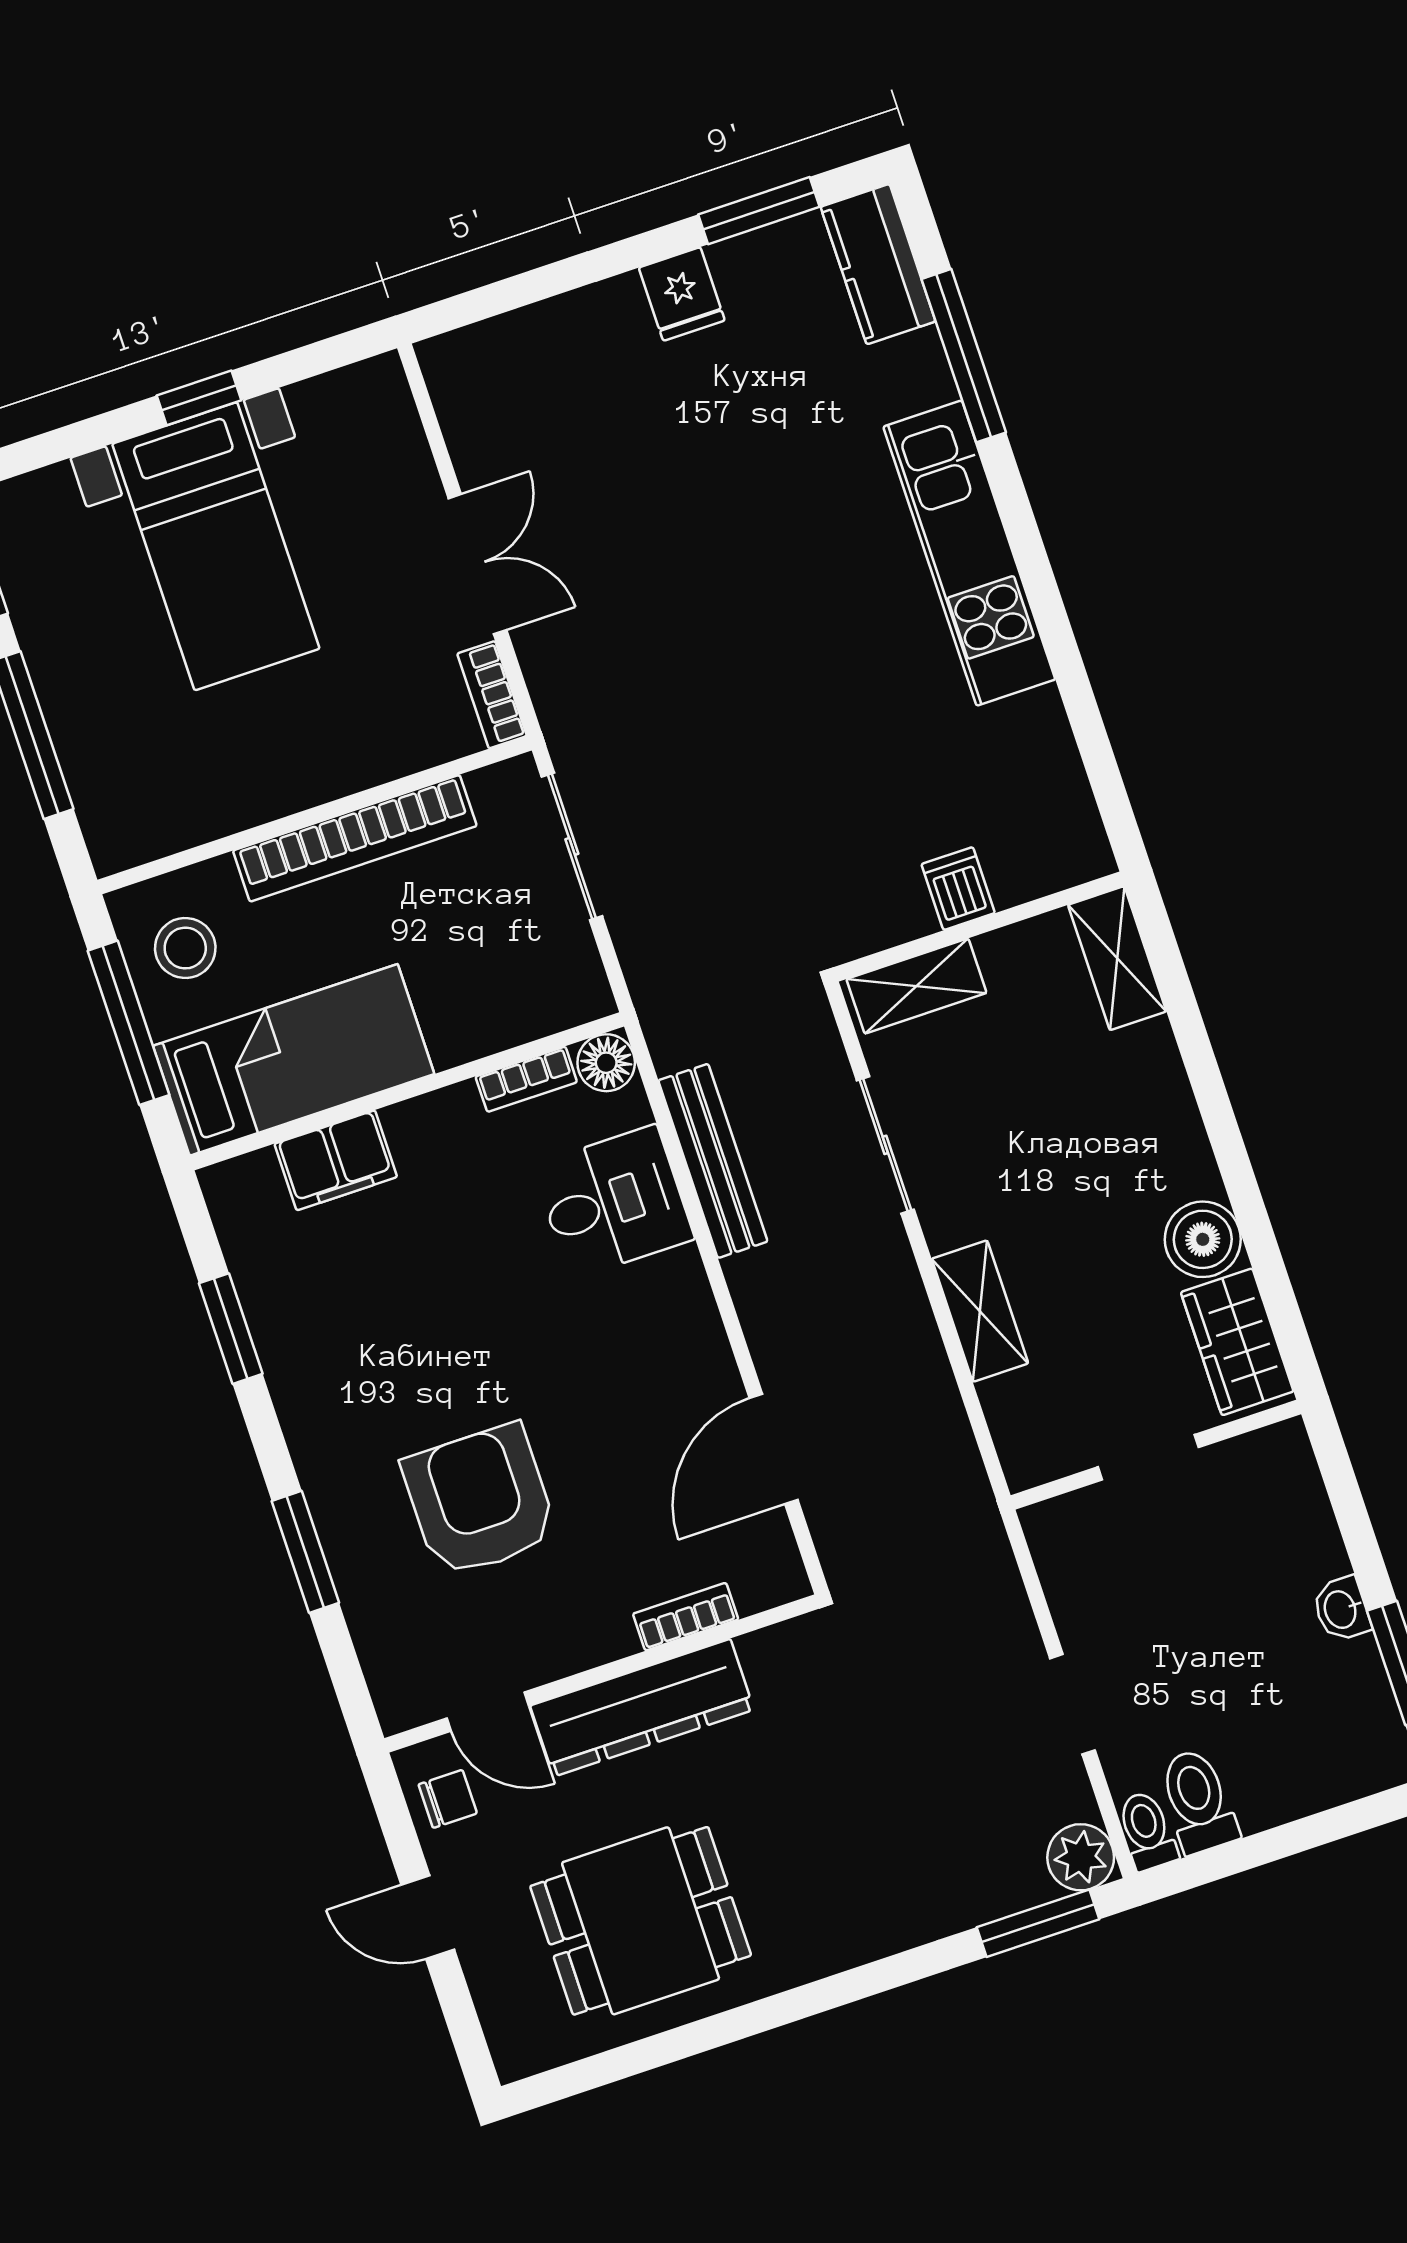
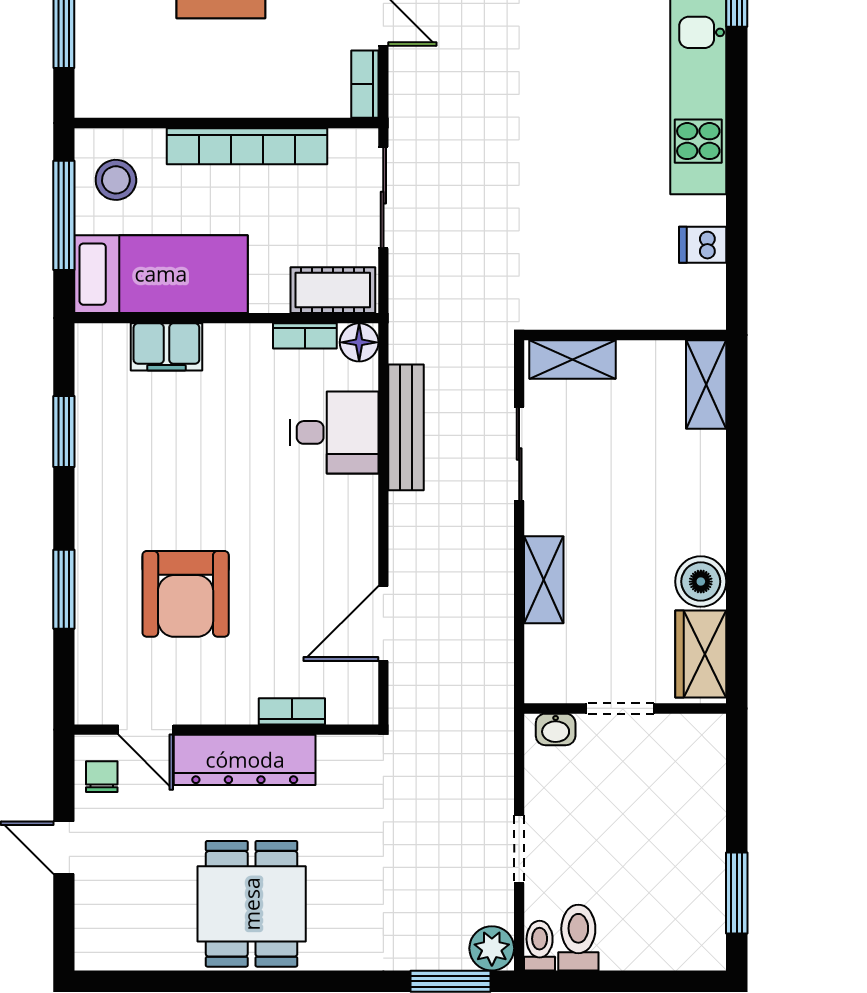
dishwasher: (958, 889) -> (703, 245), moved, turned -90
cot: (544, 1001) -> (333, 290), added
armchair: (480, 1501) -> (186, 594), turned 180
washbasin: (1341, 1609) -> (556, 729), moved, turned -90
chair: (448, 1799) -> (102, 777), turned -90
dining table: (641, 1921) -> (252, 904), moved, turned 90

